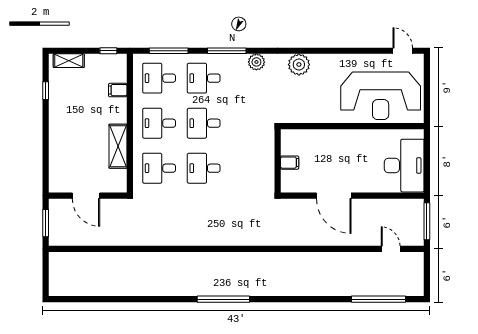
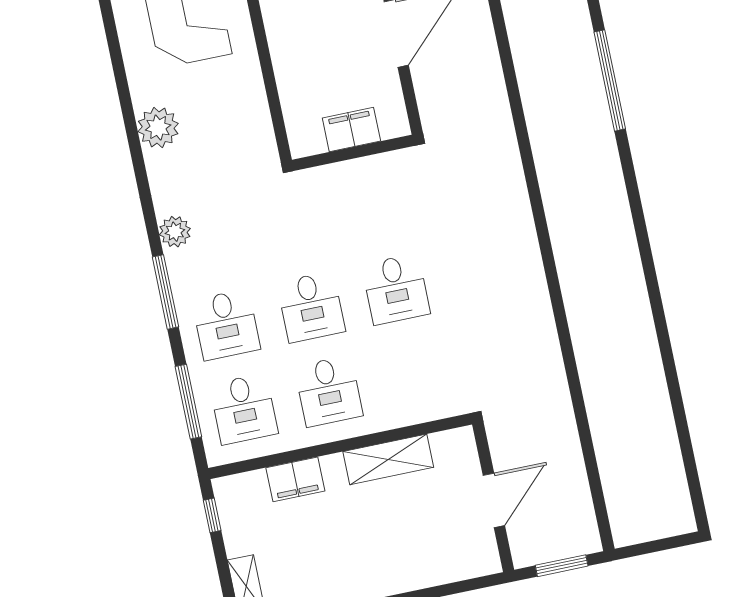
plant: (299, 65) -> (158, 127), moved
filing cabinet: (118, 90) -> (295, 479), width x2.00
filing cabinet: (290, 163) -> (351, 130), width x2.00
desk: (159, 168) -> (413, 373), removed
window: (223, 299) -> (610, 80), moved

